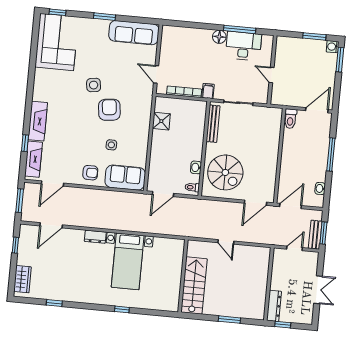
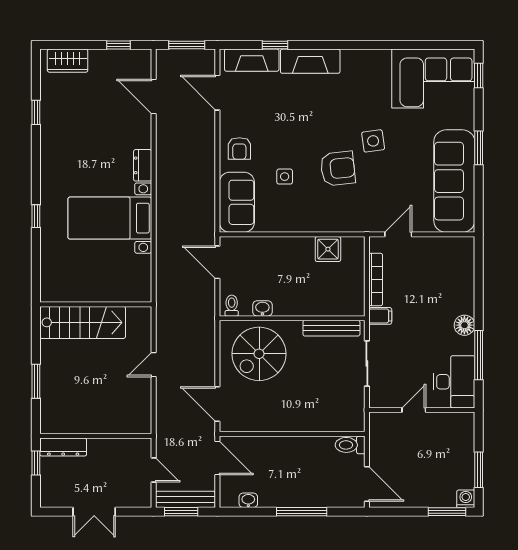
sofa: (134, 33) -> (454, 181), width x1.36, depth x1.27
desk: (243, 46) -> (454, 382), moved
bench: (315, 235) -> (185, 499), width x1.36

